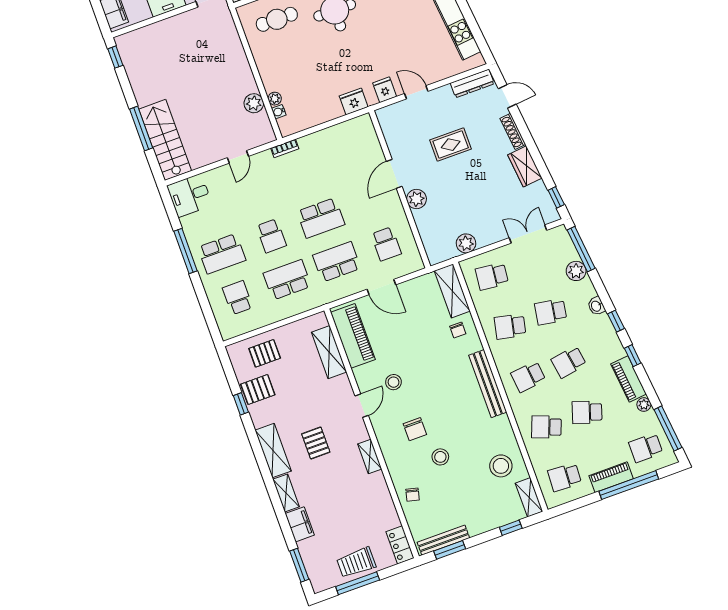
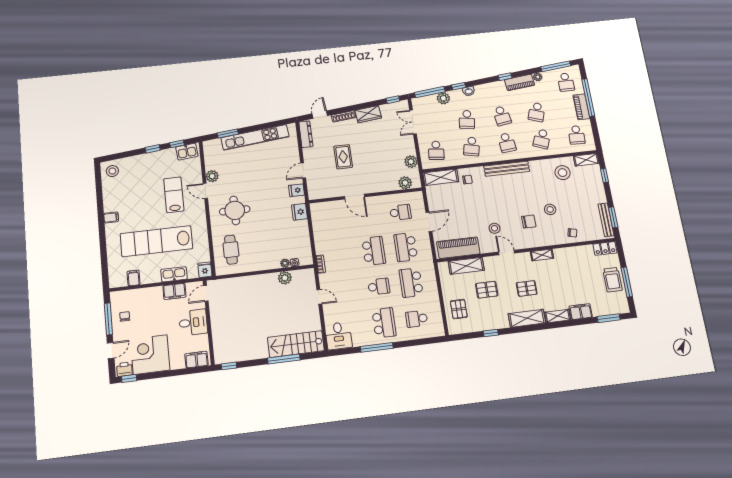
plant: (416, 199) -> (405, 183), moved
window: (616, 321) -> (459, 86), moved
pallet: (258, 389) -> (487, 290), moved, turned 90

